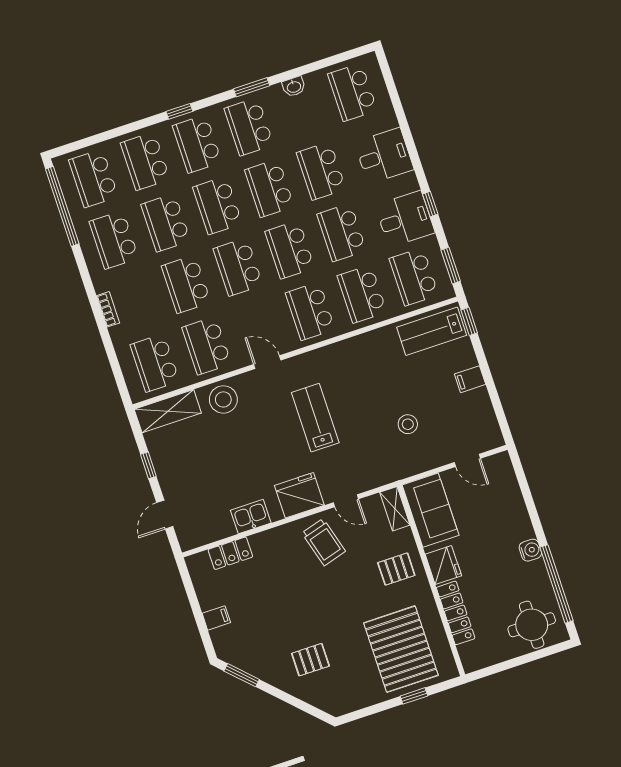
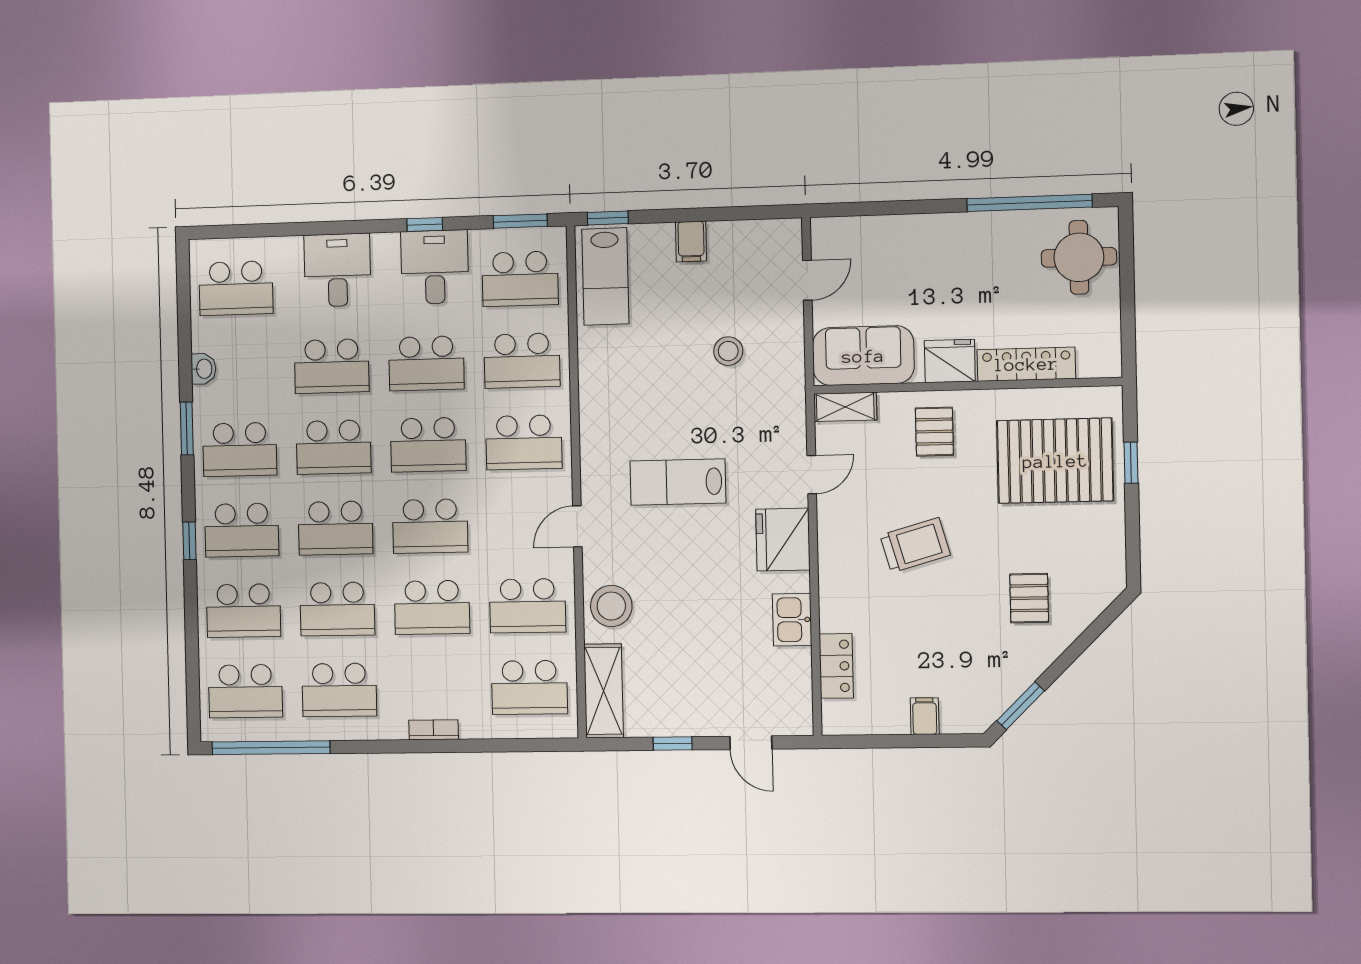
trolley: (324, 542) -> (915, 545), moved
water cooler: (530, 550) -> (968, 227), removed

